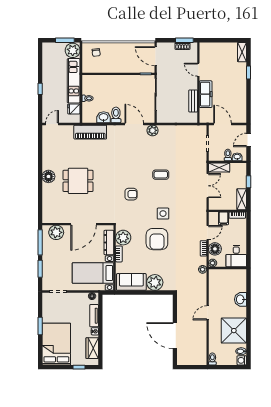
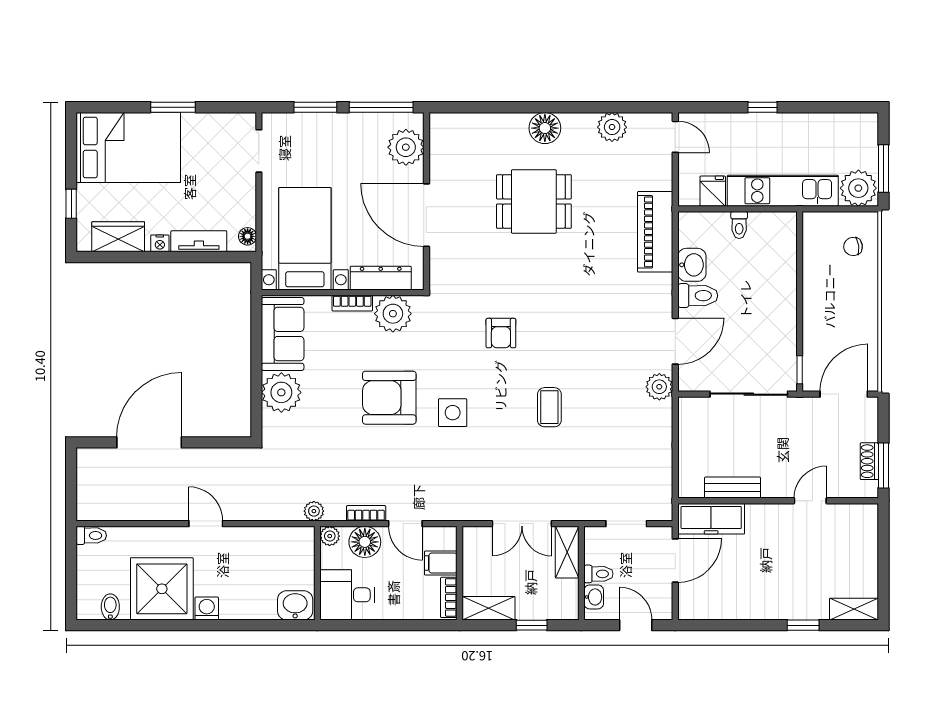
freezer: (206, 94) -> (711, 519), moved
plant: (48, 149) -> (612, 127), added
dining table: (78, 181) -> (534, 201), turned 90
washbasin: (240, 299) -> (295, 605), moved
washing machine: (242, 360) -> (207, 608), moved

